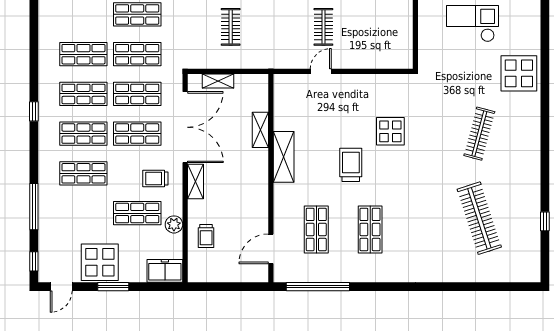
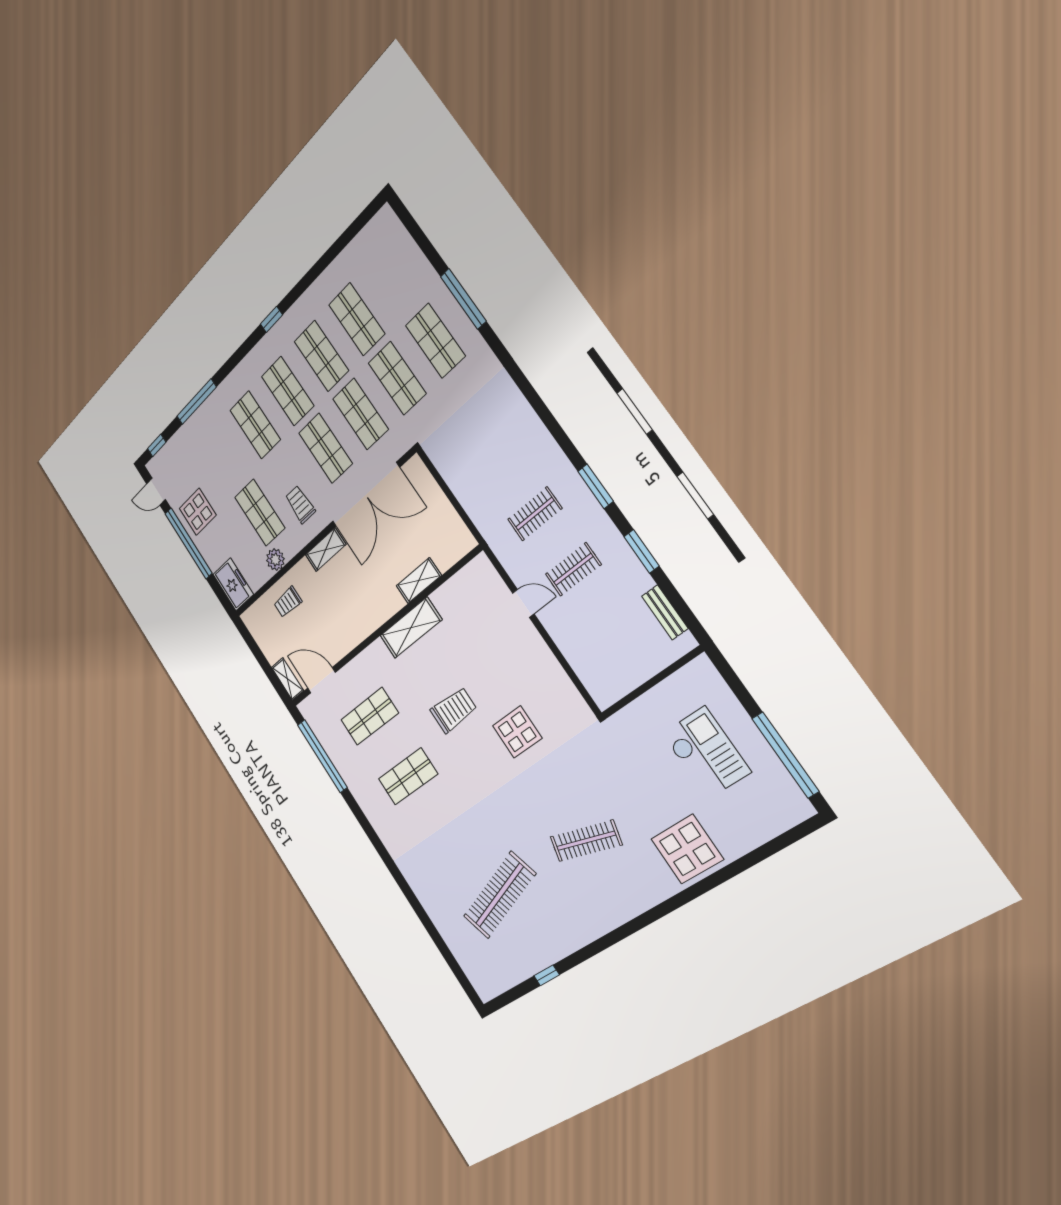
clothes rail: (231, 27) -> (535, 514), moved
shelving: (218, 81) -> (288, 679), moved
display table: (100, 262) -> (198, 512), width x0.73, depth x0.73
window: (113, 287) -> (189, 543), width x2.11

